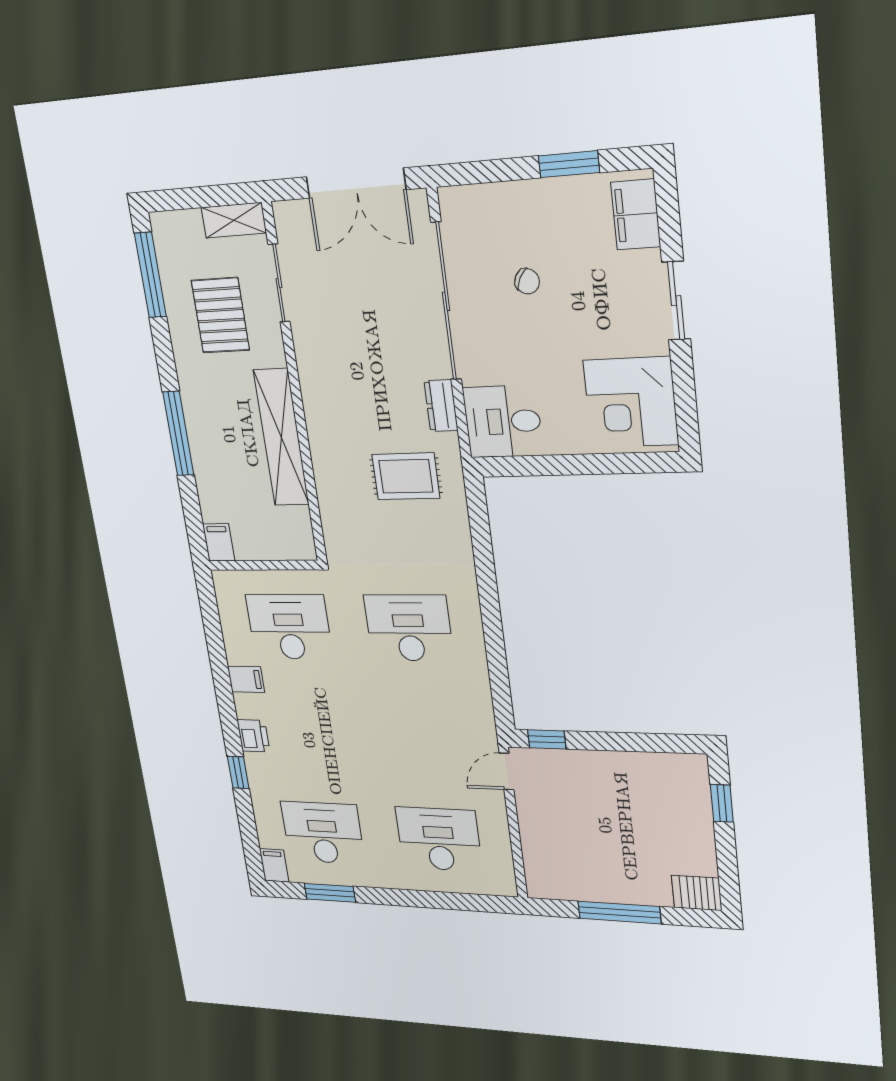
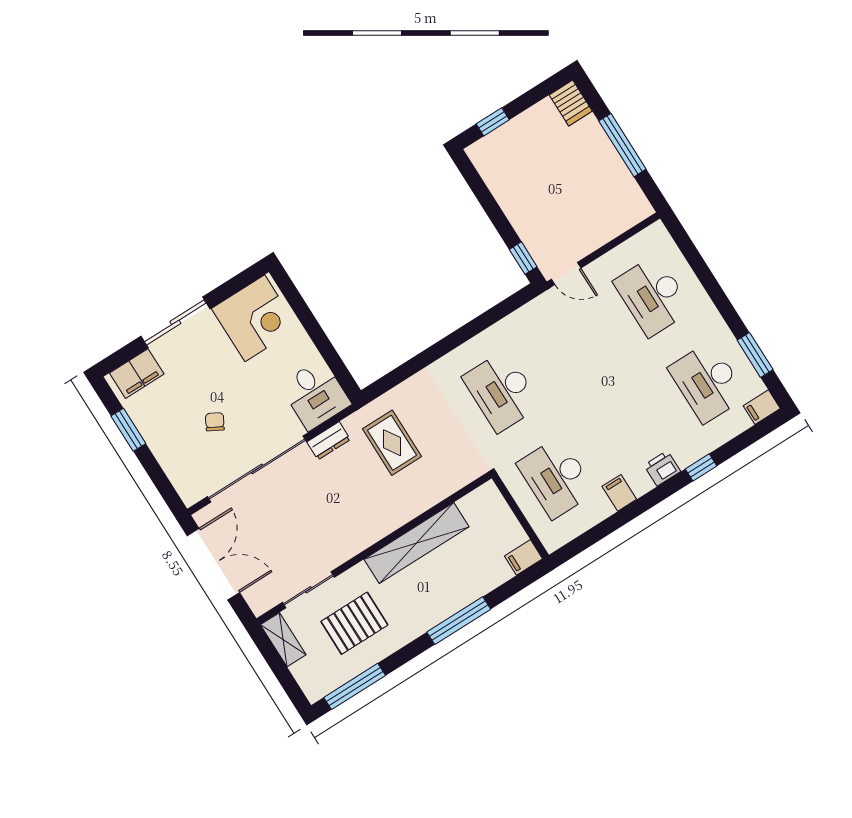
sliding door: (676, 301) -> (175, 322), width x1.37

